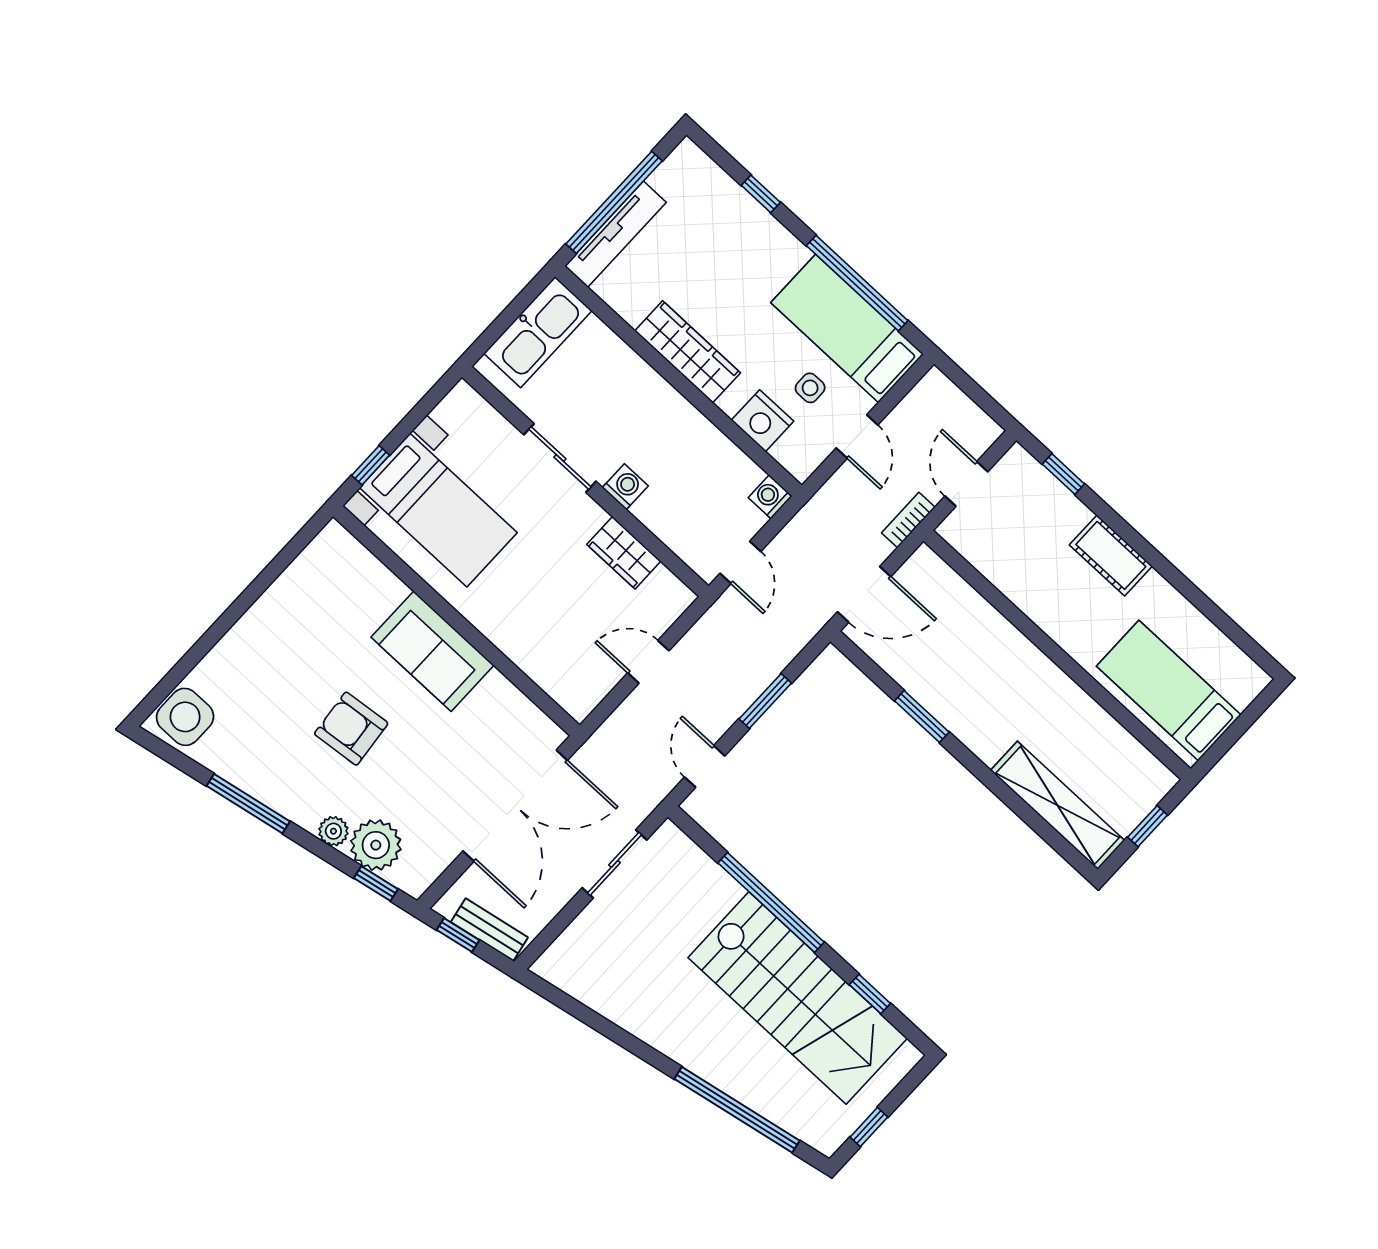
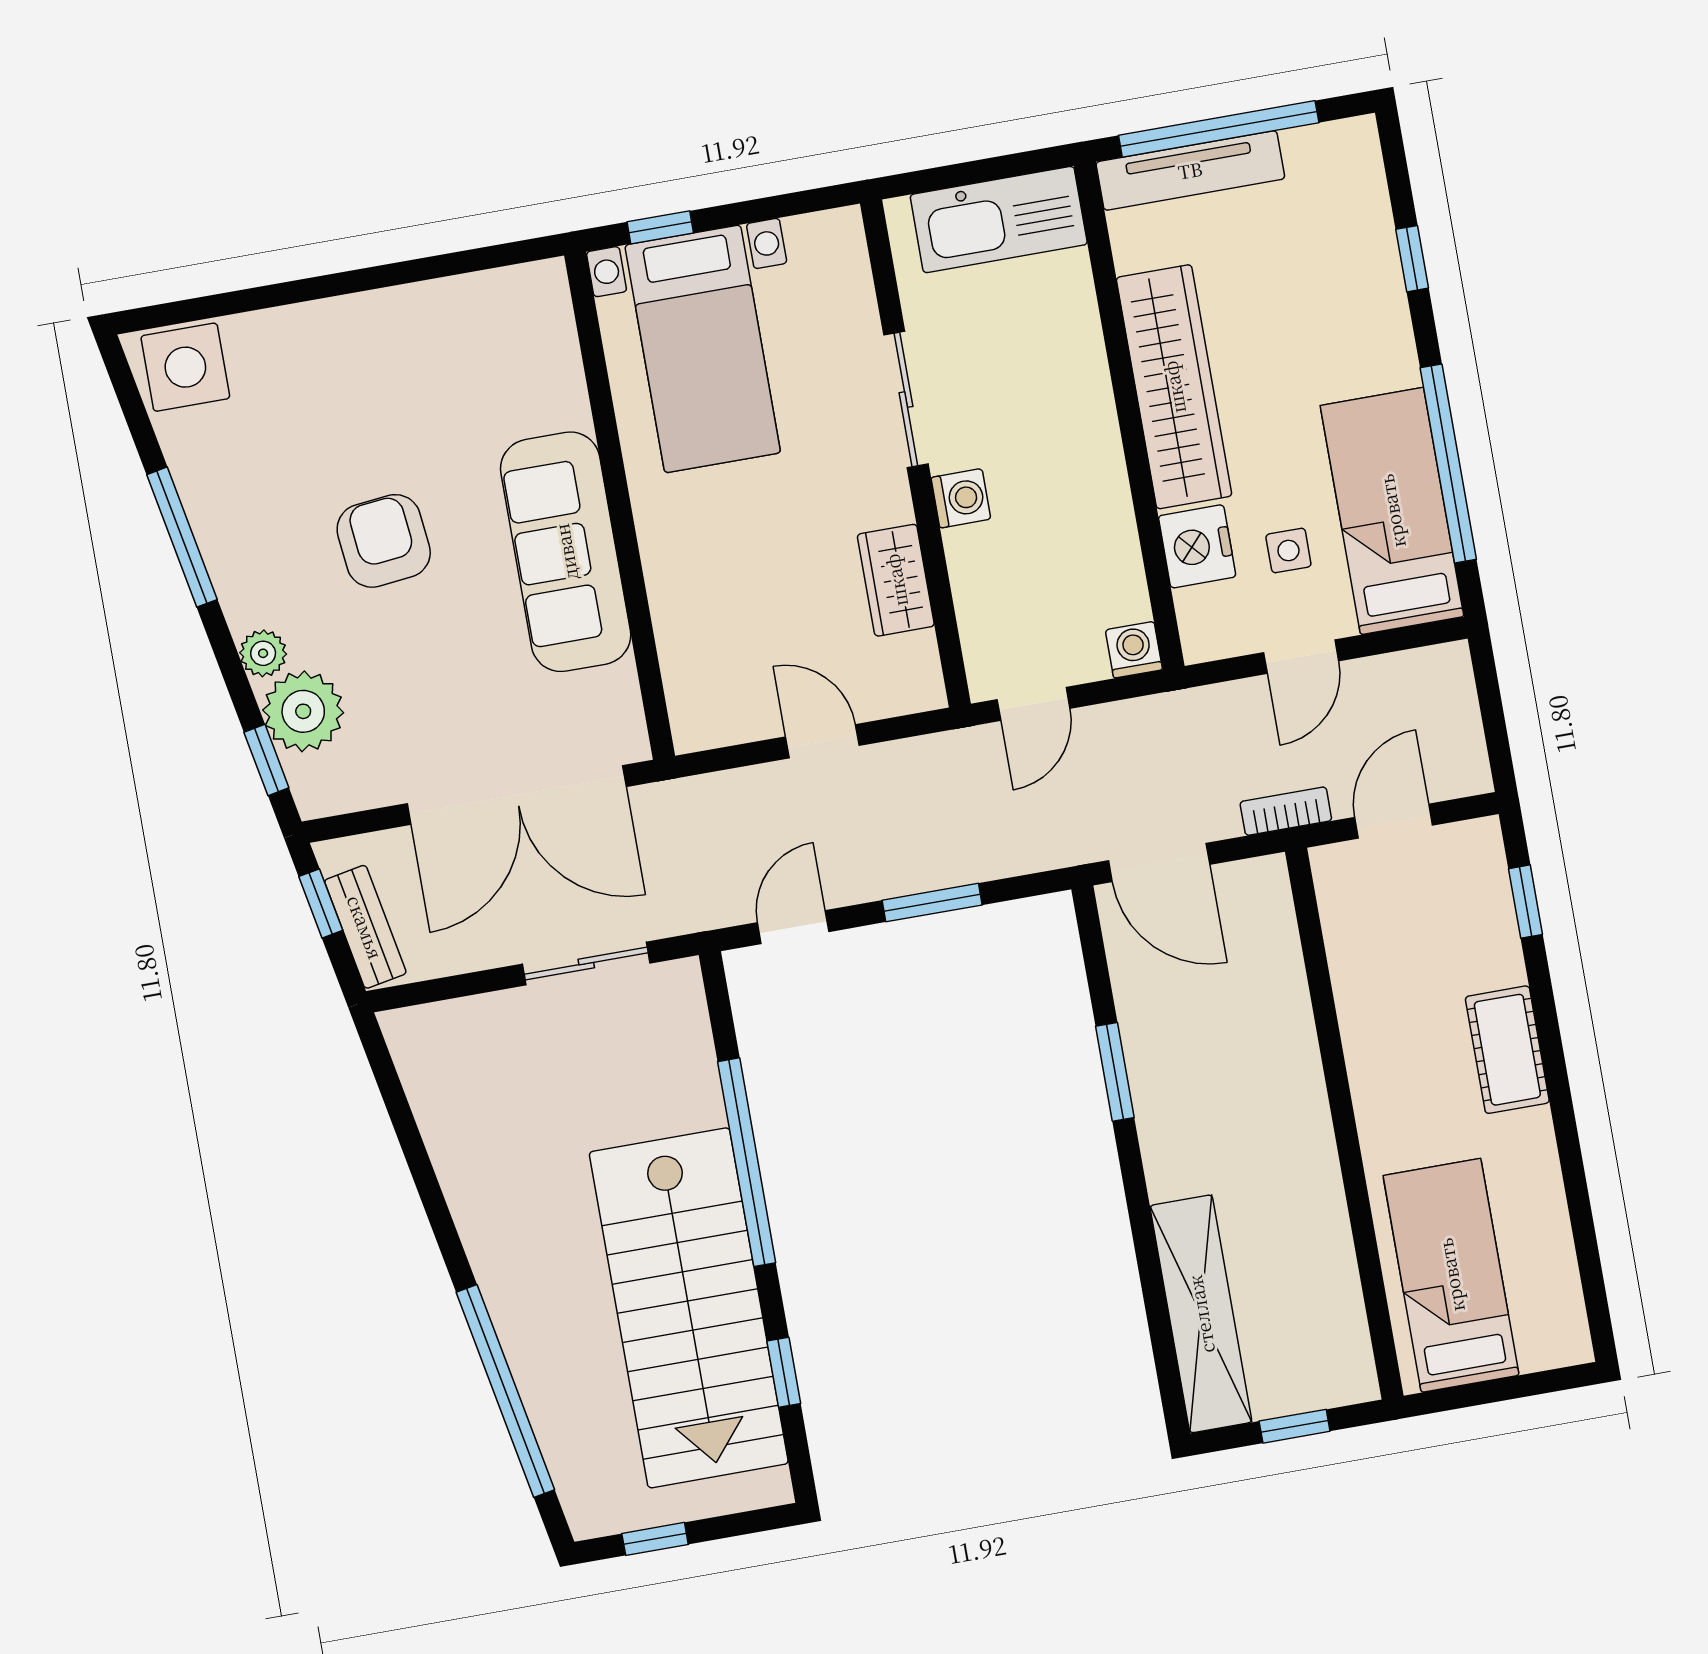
wardrobe: (688, 352) -> (1174, 387), width x1.40, depth x1.17
sofa: (432, 651) -> (566, 552), width x1.36

